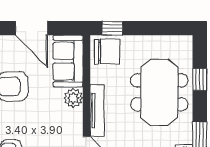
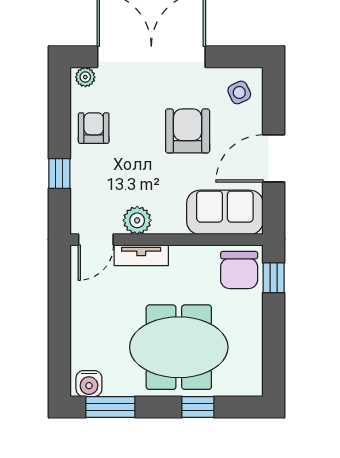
plant: (73, 98) -> (137, 220), moved
tv unit: (97, 110) -> (141, 255), width x0.71

